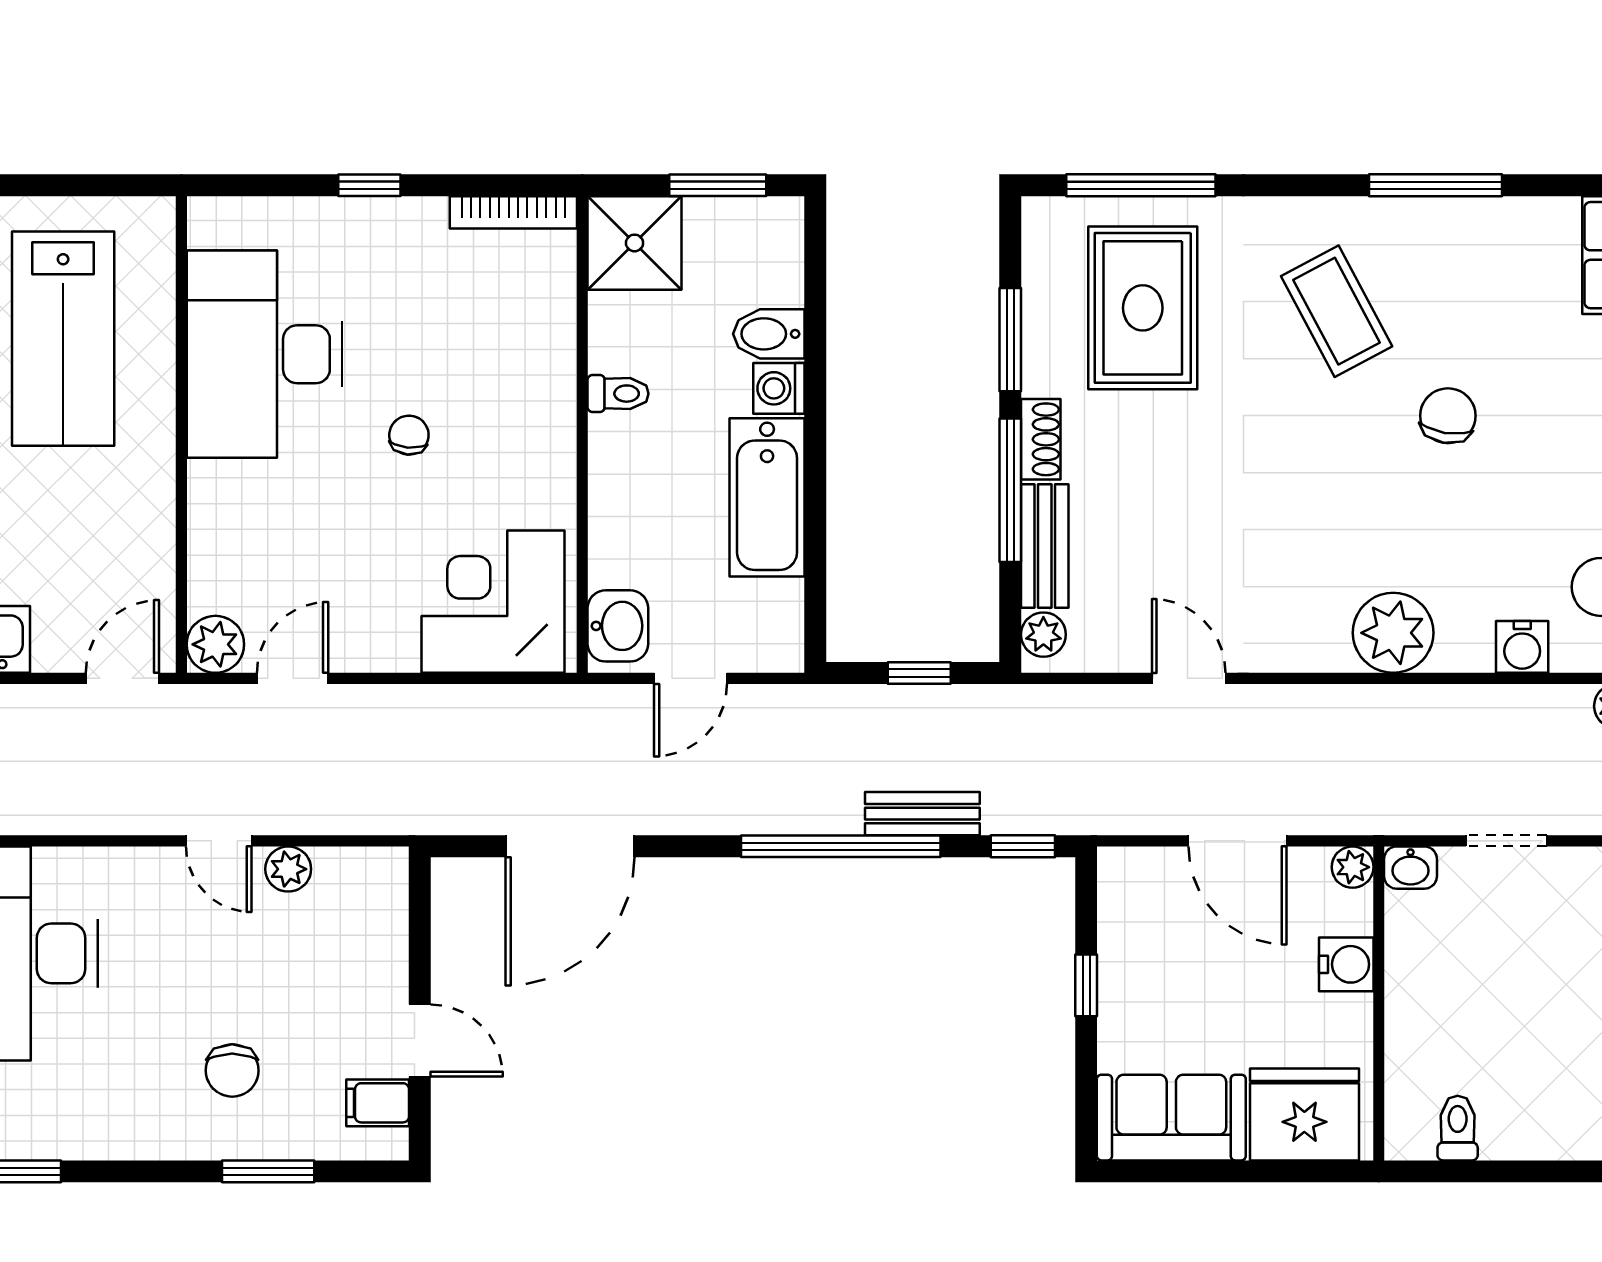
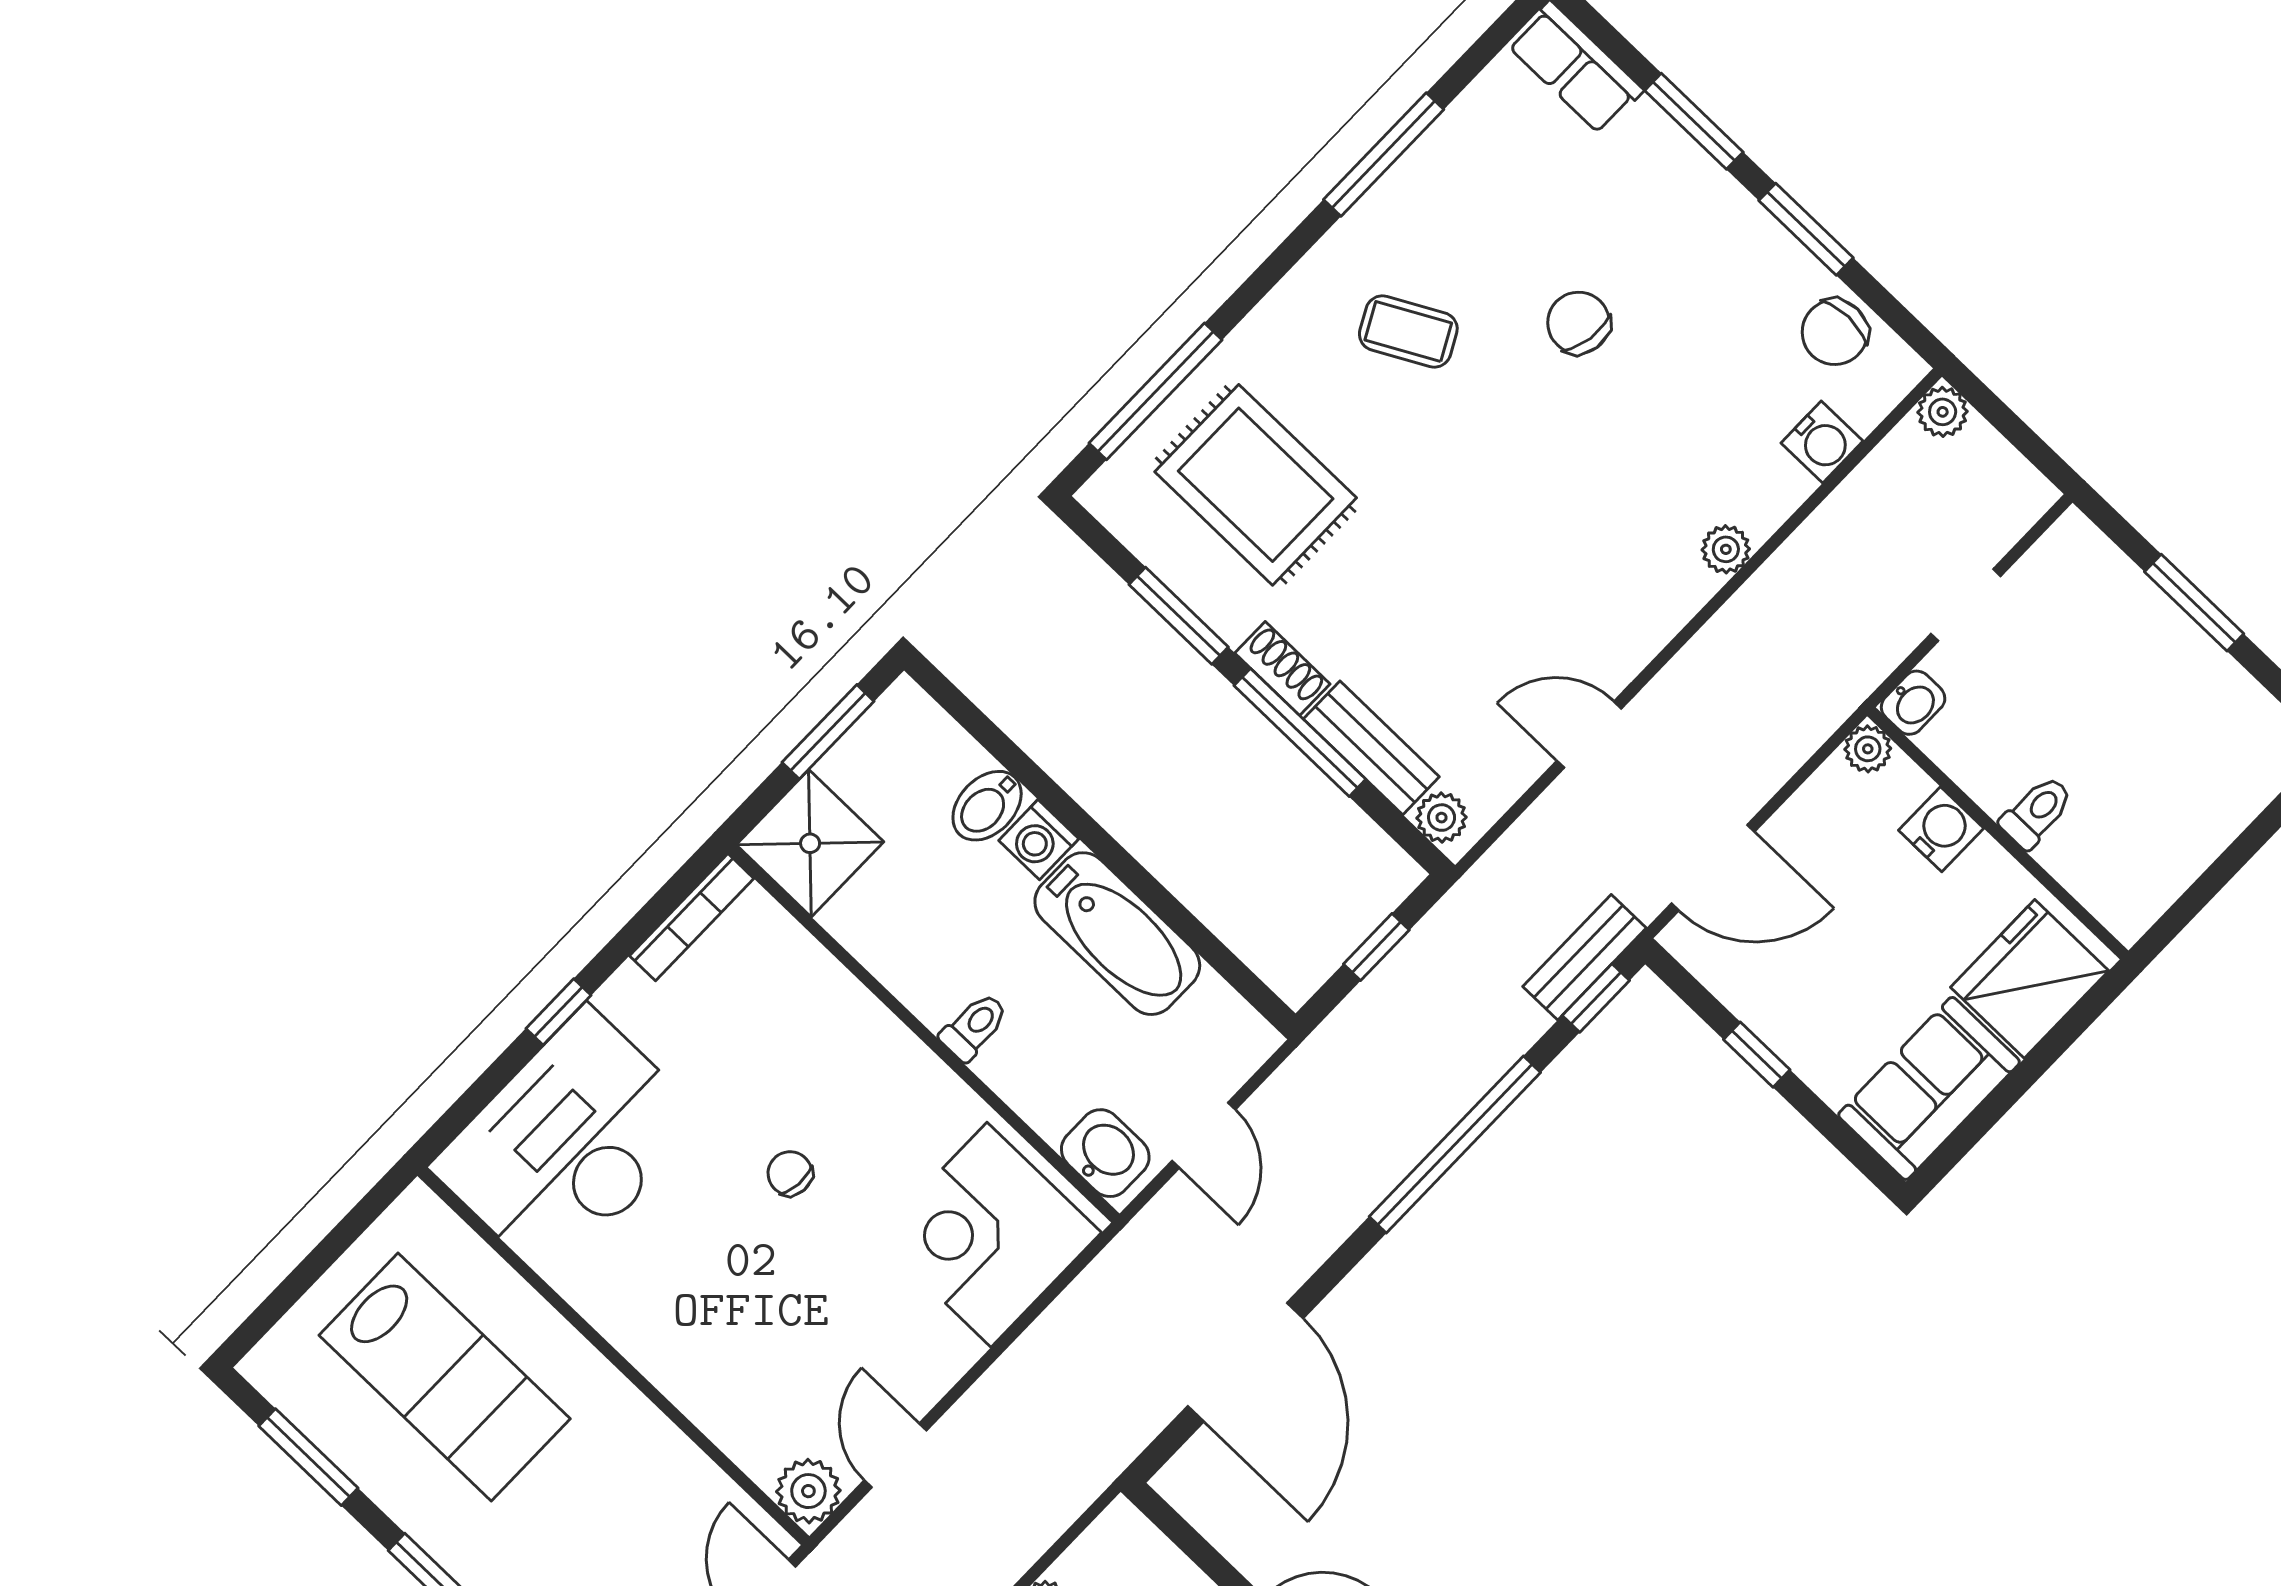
coffee table: (1337, 311) -> (1408, 332), width x0.73, depth x0.77
desk: (264, 354) -> (569, 1144), moved, turned 90
toilet: (618, 394) -> (974, 1027), moved
plant: (1393, 633) -> (1726, 549), width x0.53, depth x0.53
bench: (922, 814) -> (1584, 957), moved
door: (1237, 841) -> (1713, 868), moved
toilet: (1458, 1128) -> (2037, 812), moved, turned 90

